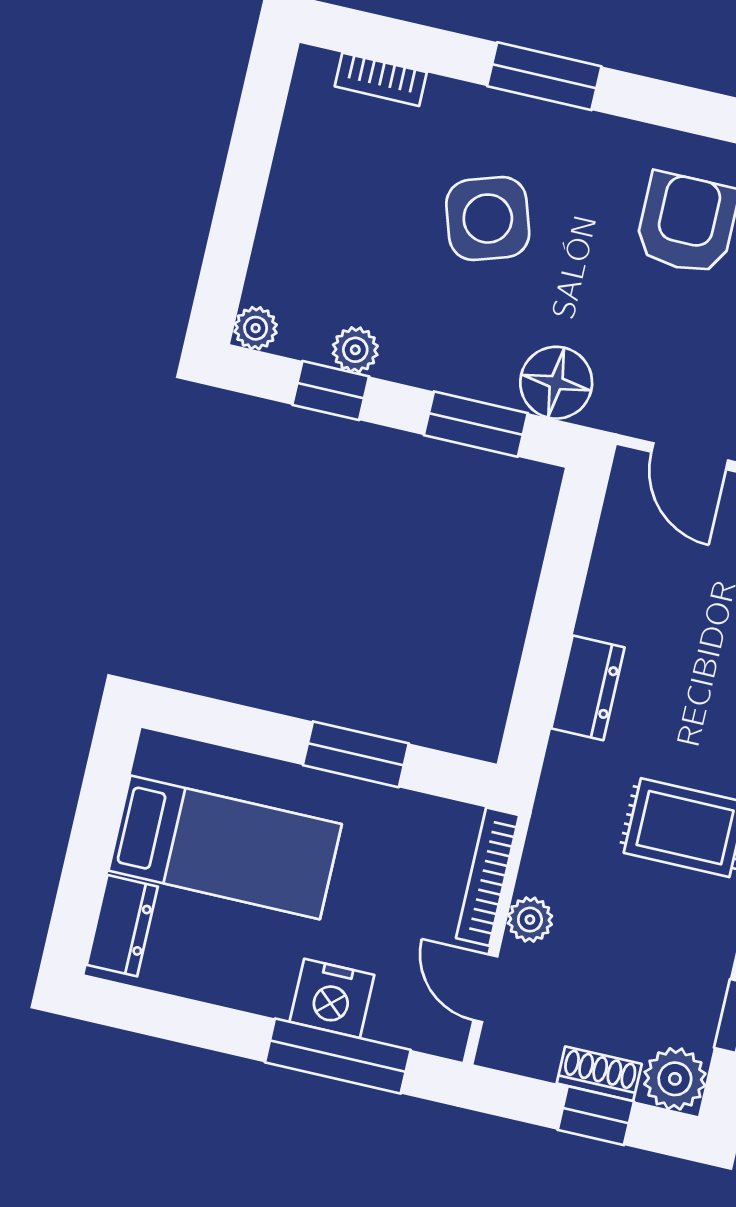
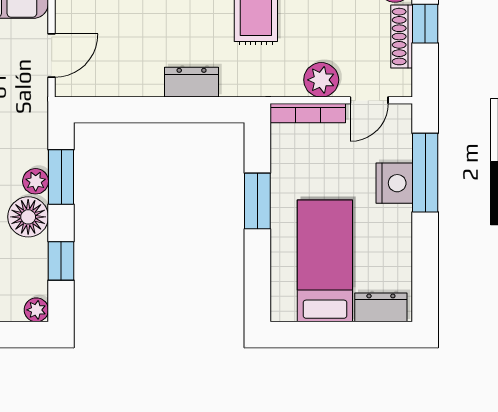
plant: (355, 350) -> (36, 181), moved
floor lamp: (556, 383) -> (28, 217), moved
plant: (530, 920) -> (321, 80), width x1.38, depth x1.38
shoe rack: (599, 1074) -> (402, 37), width x1.43

